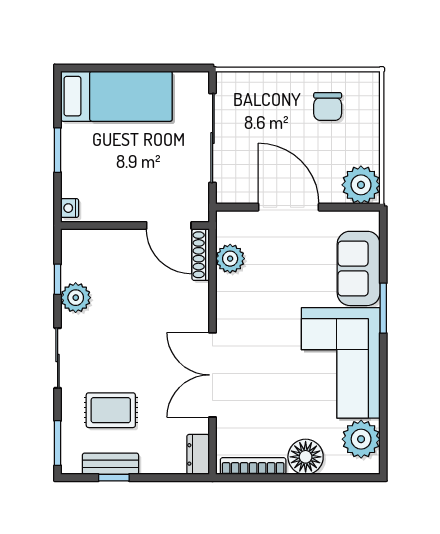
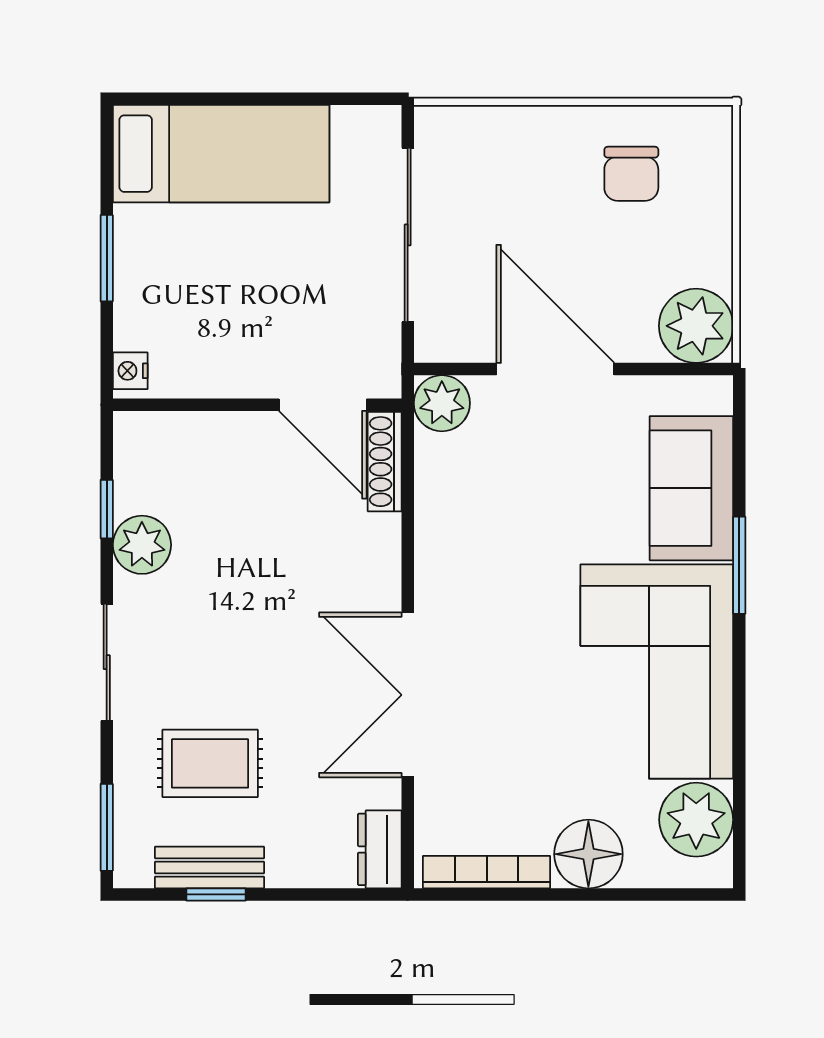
plant: (230, 259) -> (442, 403), moved

